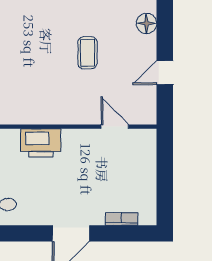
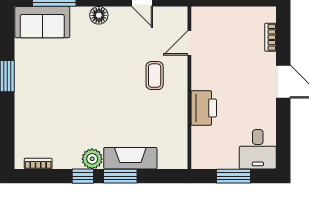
coffee table: (87, 53) -> (155, 76), moved, turned 90

